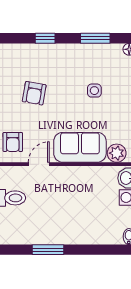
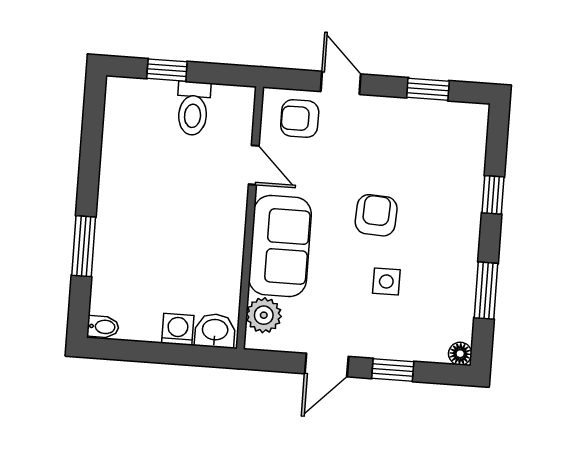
armchair: (34, 93) -> (376, 215), moved, turned 83
window: (48, 250) -> (84, 246), moved

